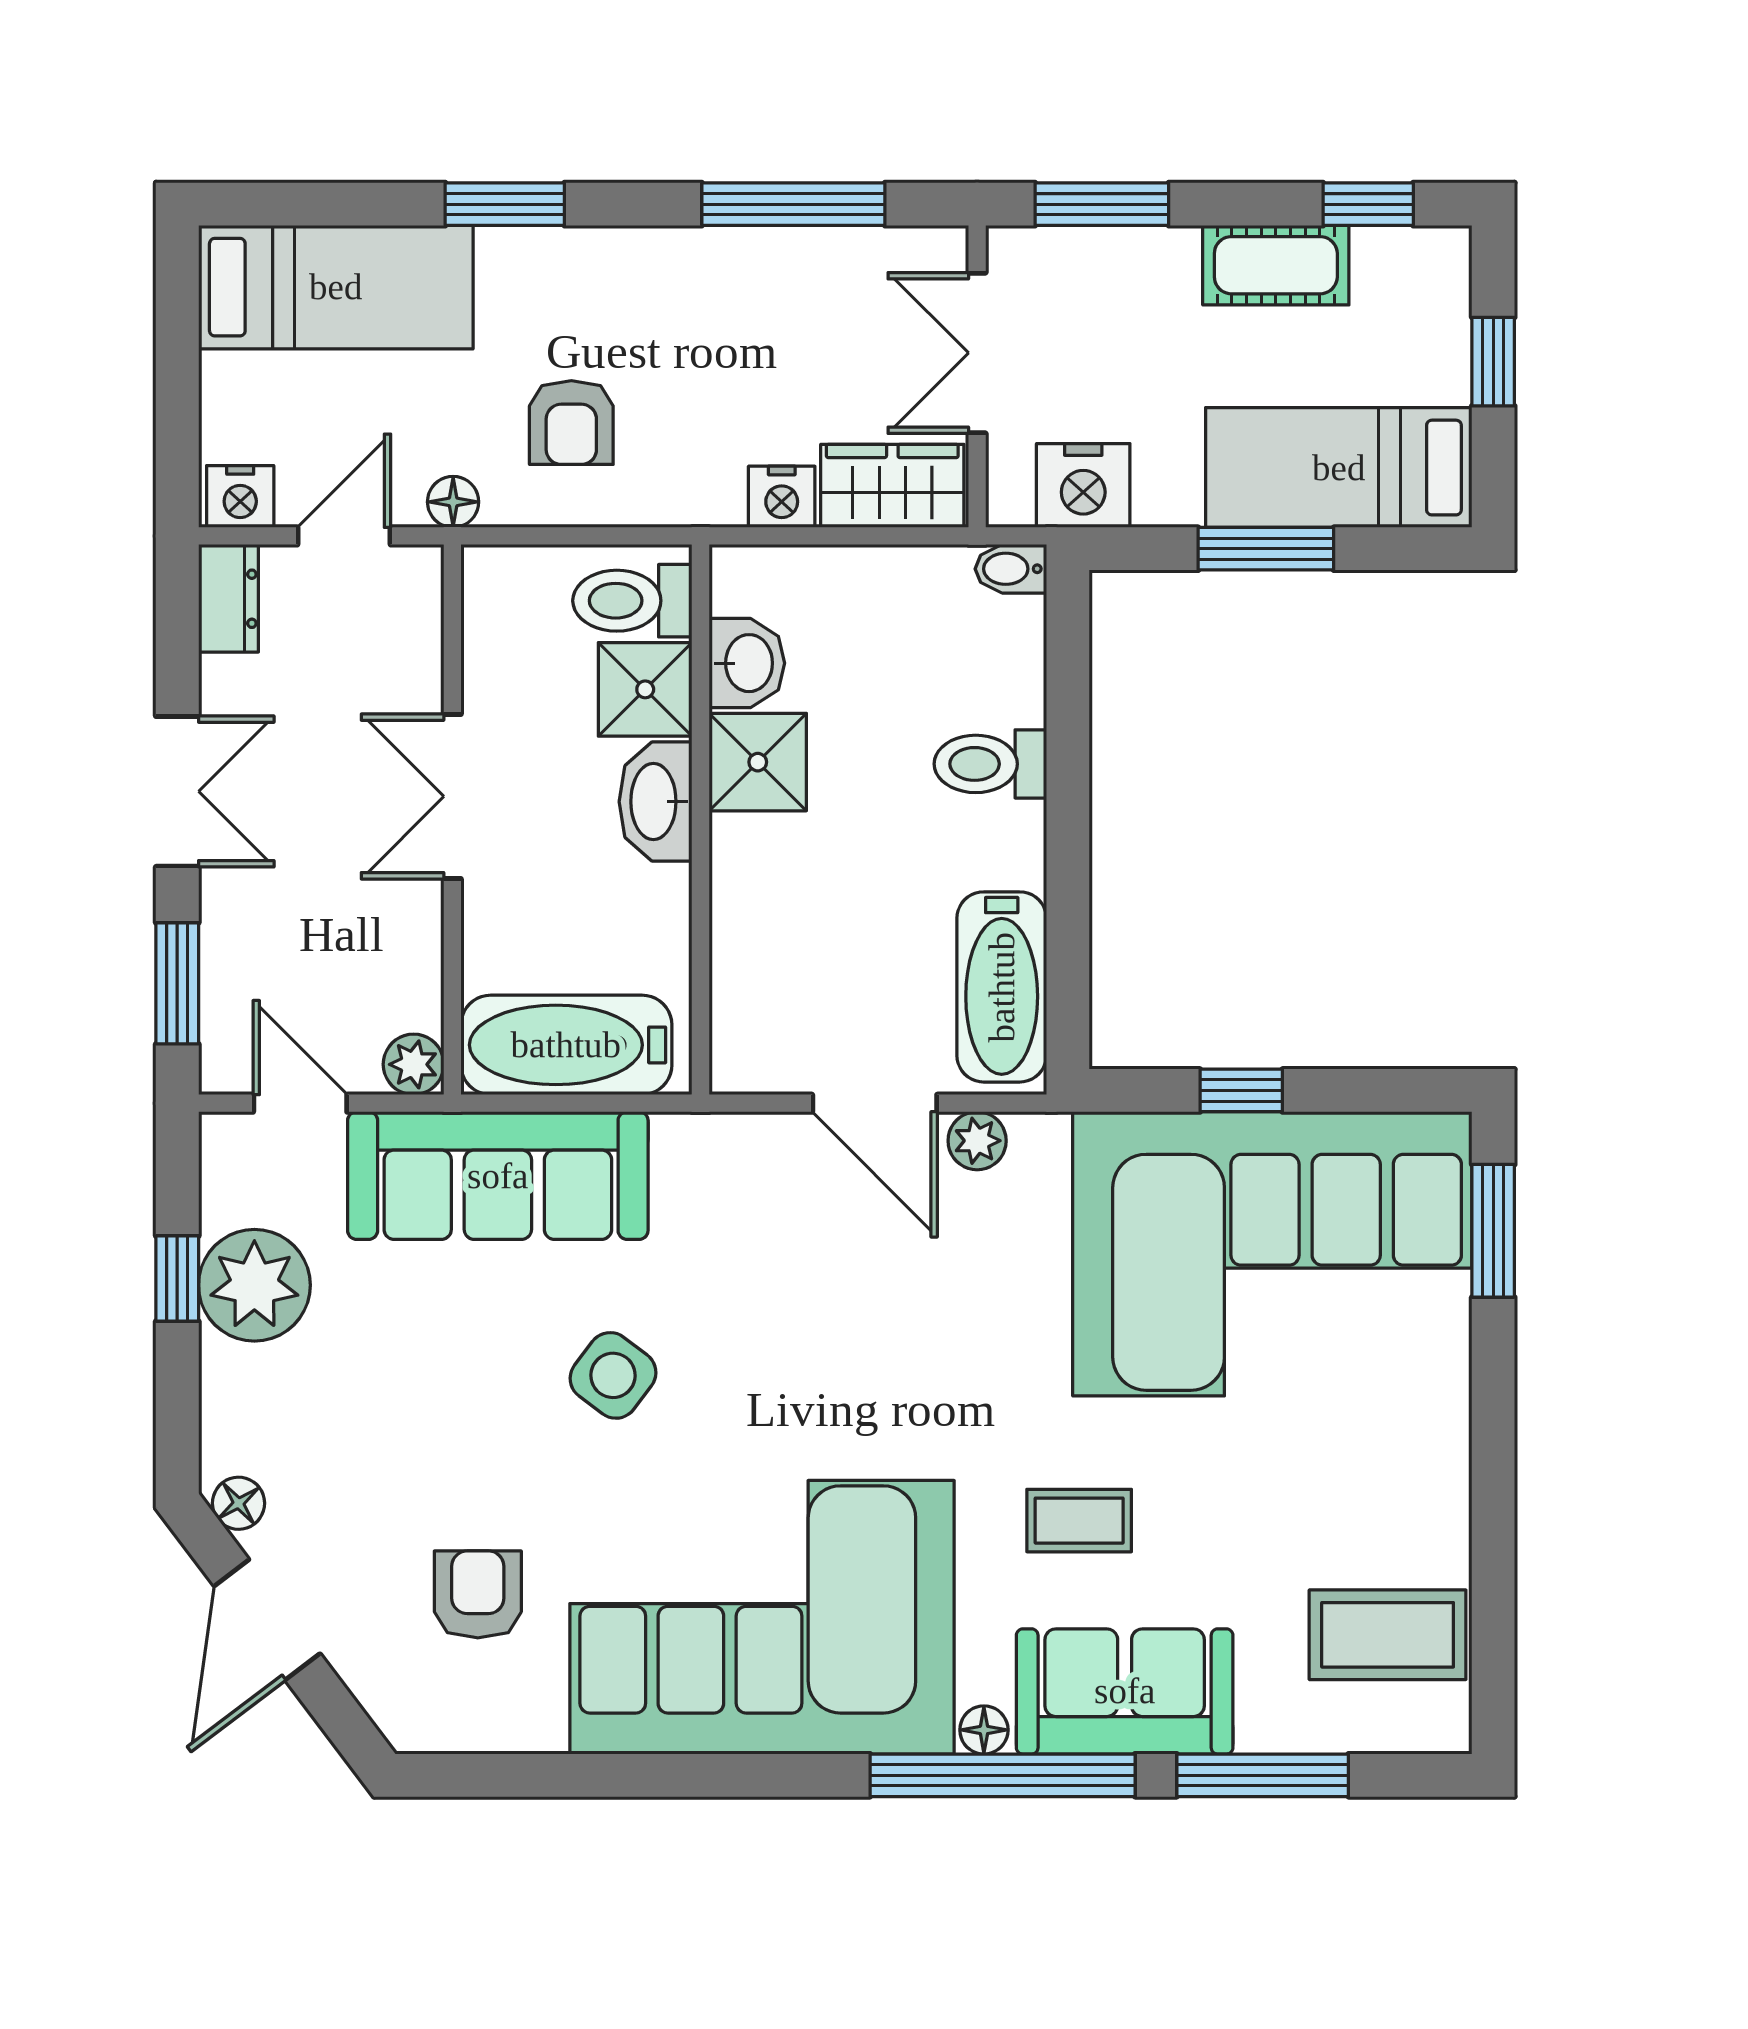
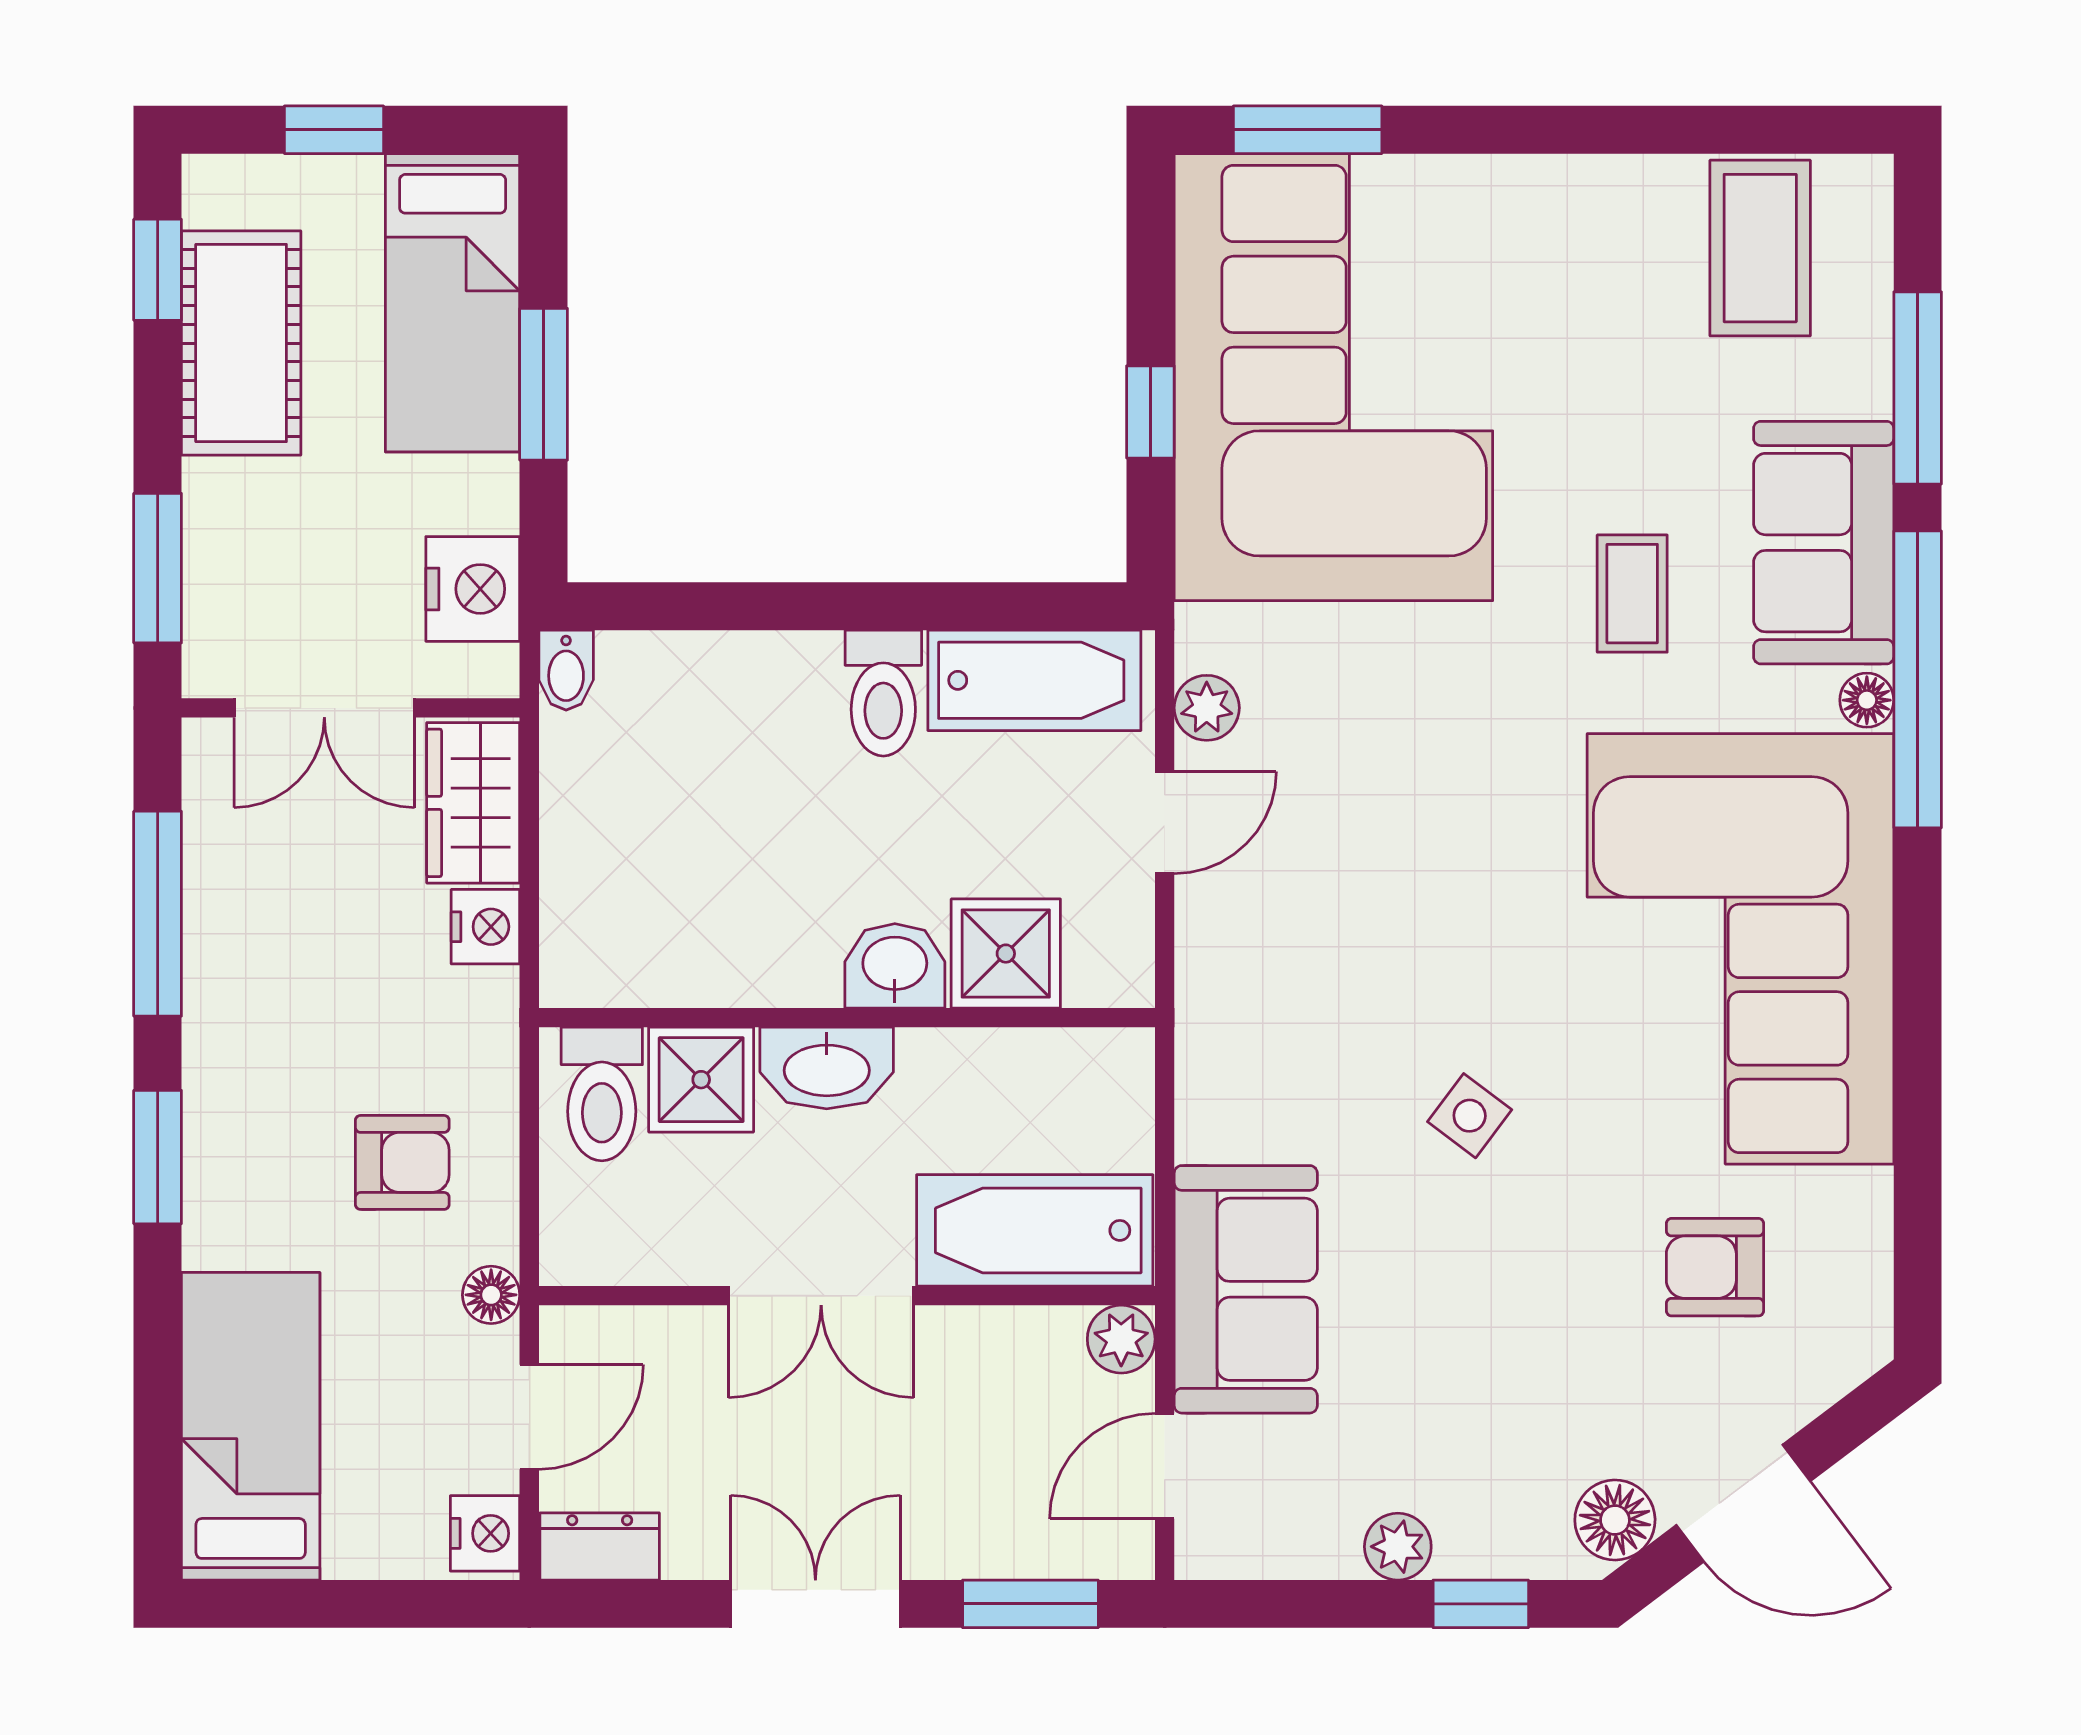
window: (505, 204) -> (158, 1157), moved
cot: (1276, 265) -> (241, 343), width x1.37, depth x1.34
door: (344, 536) -> (529, 1417), swing flipped
washbasin: (747, 663) -> (895, 966), moved
shower: (758, 762) -> (1006, 954), moved
toilet: (990, 764) -> (883, 693), moved
bathtub: (566, 1045) -> (1035, 1230), moved, turned 90
door: (875, 1103) -> (1165, 823), width x0.73
sofa: (498, 1176) -> (1246, 1289), width x0.73
window: (177, 1279) -> (1481, 1604), moved
plant: (254, 1285) -> (1398, 1547), width x0.53, depth x0.53
side table: (613, 1375) -> (1470, 1116), width x0.73, depth x0.73
floor lamp: (238, 1503) -> (1615, 1520), width x1.37, depth x1.37

